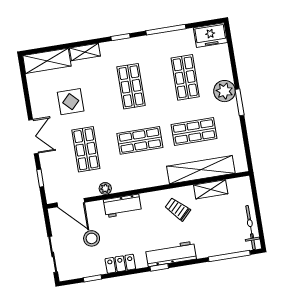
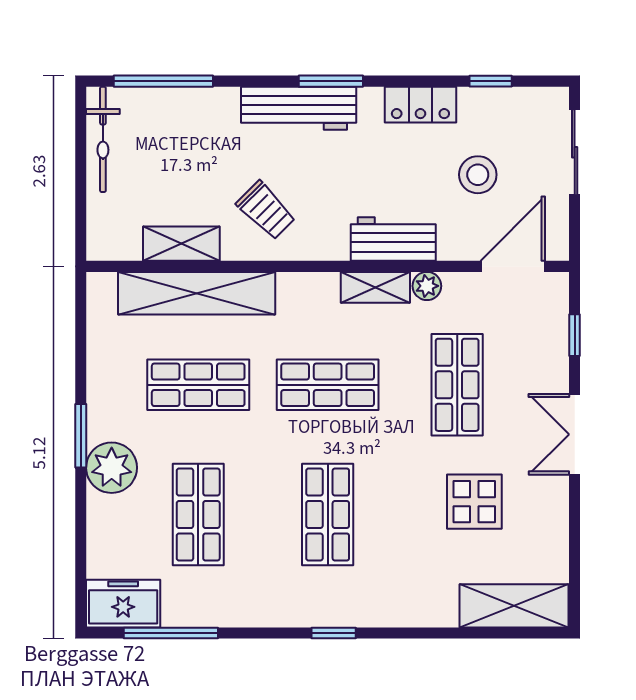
window: (166, 30) -> (171, 633), moved
shelving: (85, 52) -> (375, 287), moved
door: (71, 203) -> (513, 266), hinge flipped
window: (159, 267) -> (331, 81), width x1.50

